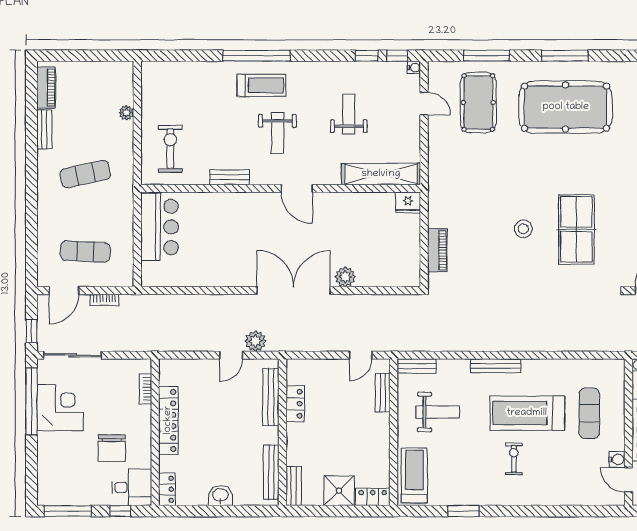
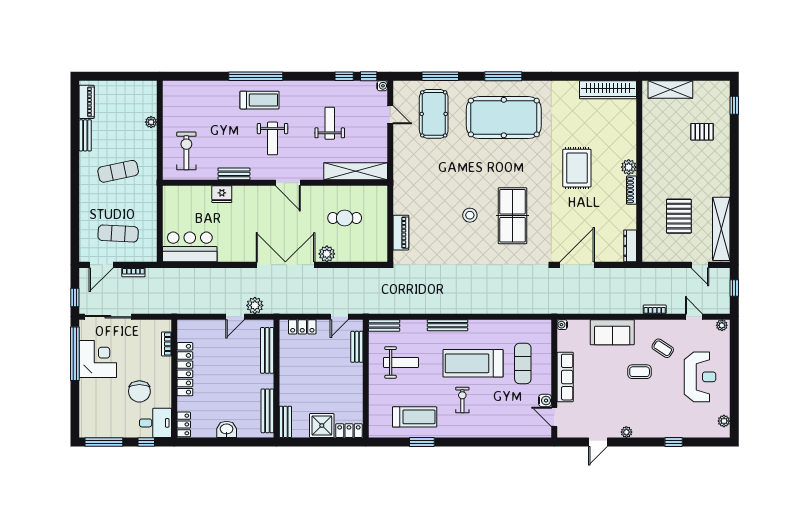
fridge: (408, 203) -> (222, 194), moved
bar counter: (160, 227) -> (190, 247), moved, turned -90
cafe table: (367, 232) -> (345, 218), added
locker: (295, 404) -> (302, 327), moved, turned 90
treadmill: (414, 475) -> (415, 417), moved, turned 90

